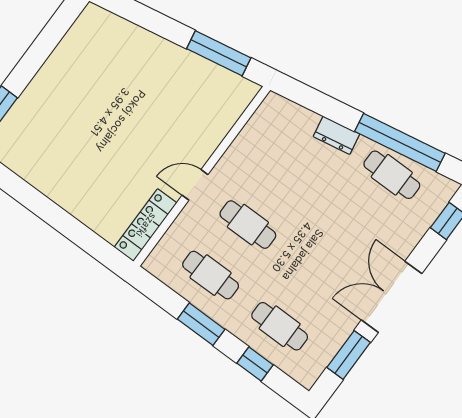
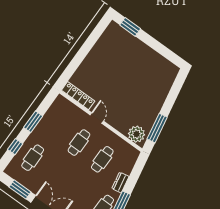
plant: (231, 99) -> (137, 134), added
cafe table: (211, 275) -> (102, 159), moved

